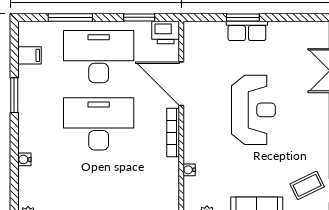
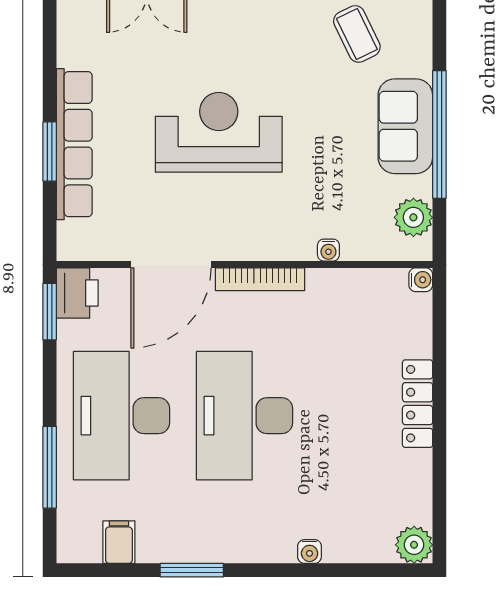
window: (139, 17) -> (50, 312), moved
row of seats: (247, 31) -> (74, 144), width x2.02

